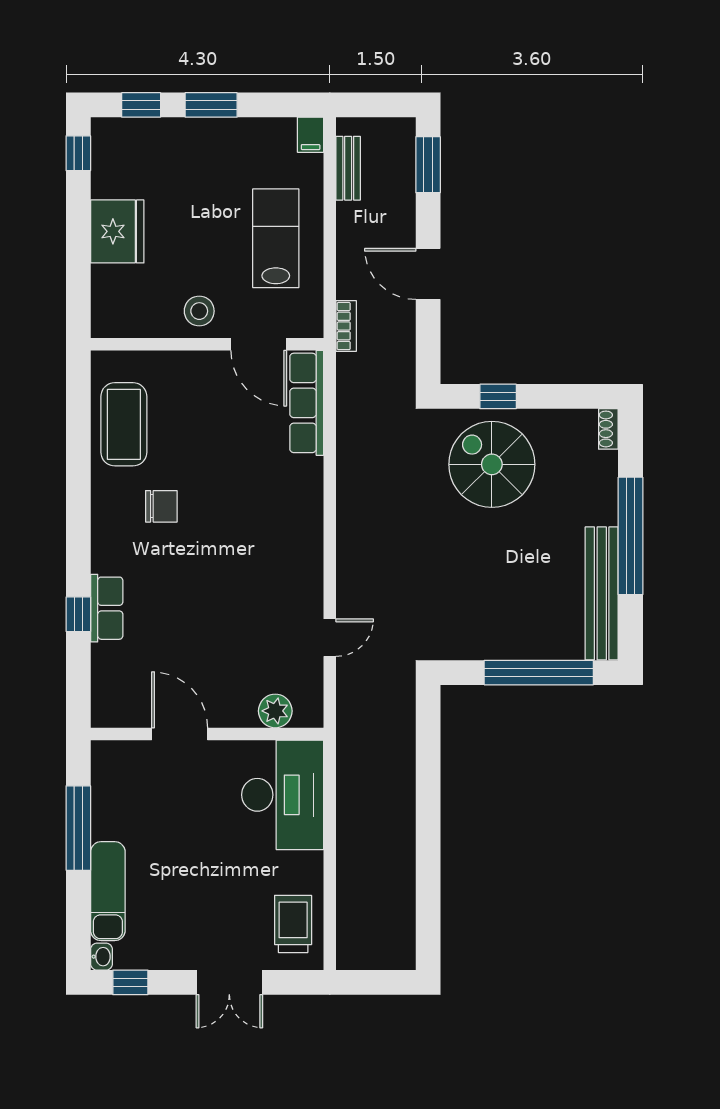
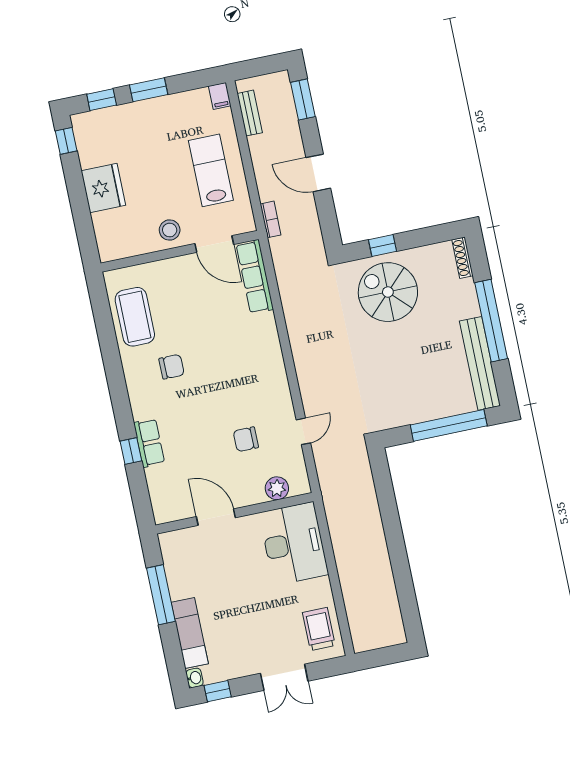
shoe rack: (608, 429) -> (463, 258), width x1.43
chair: (246, 632) -> (246, 439), added

